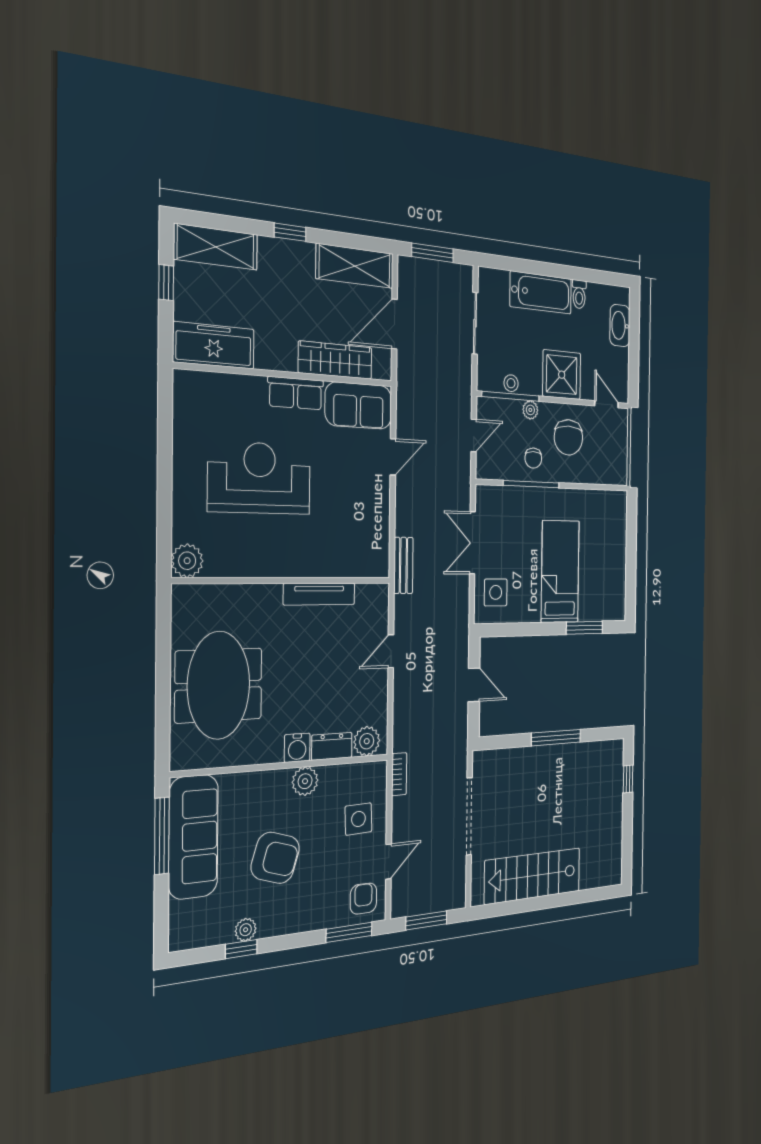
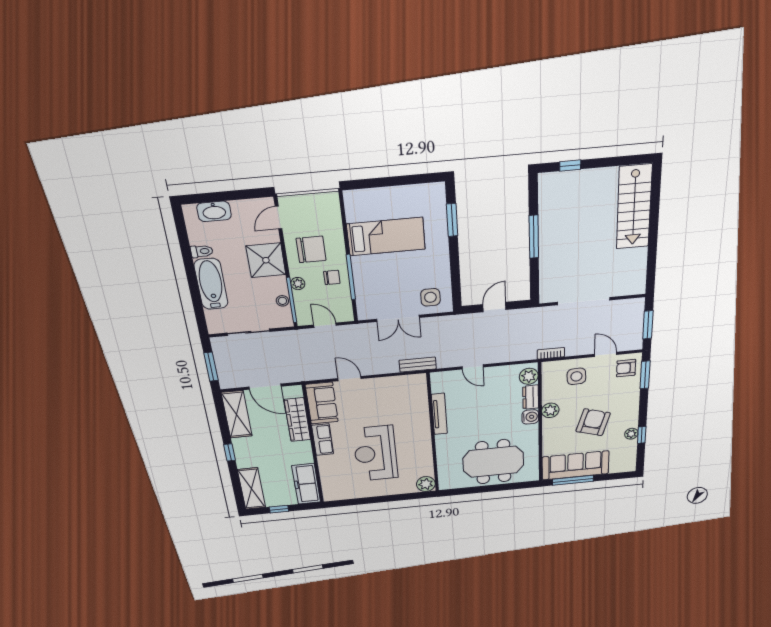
bed: (560, 571) -> (386, 237), moved, turned 180
stairs: (533, 876) -> (634, 207), moved

